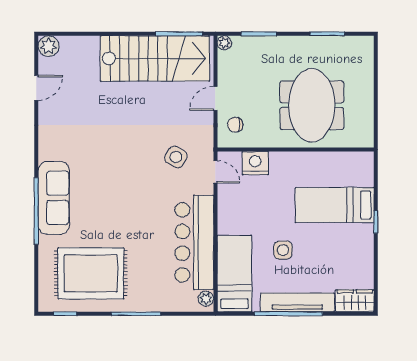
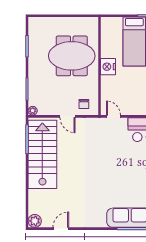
door: (36, 88) -> (61, 229), hinge flipped
side table: (176, 157) -> (104, 141), removed
nightstand: (255, 163) -> (108, 67), moved
door: (215, 172) -> (113, 116), hinge flipped

